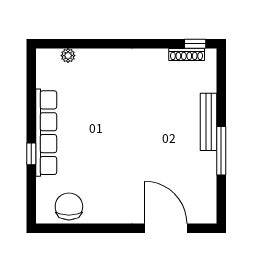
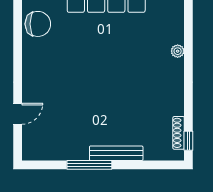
plant: (68, 56) -> (178, 51), moved
door: (166, 228) -> (18, 114), width x0.53

